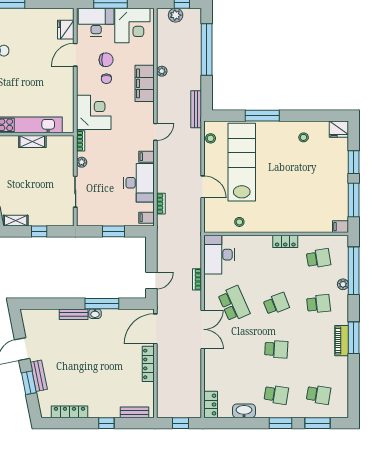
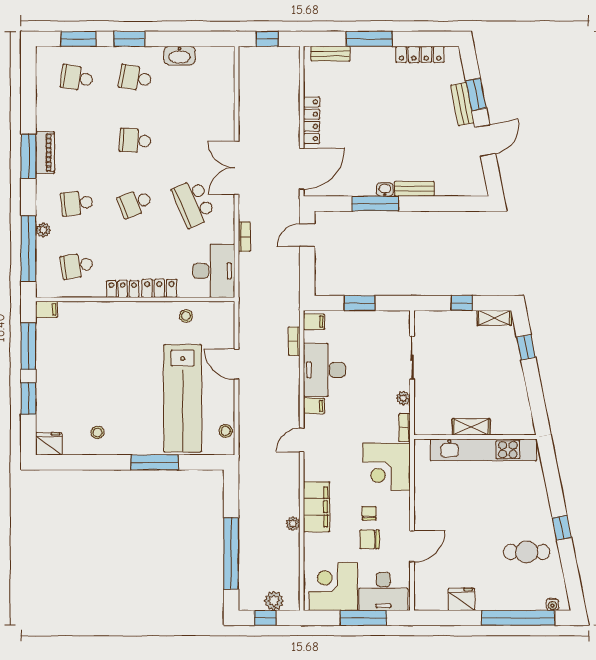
fridge: (66, 30) -> (461, 599), moved, turned -90
bench: (196, 109) -> (245, 471), removed
locker: (211, 405) -> (159, 288), moved, turned 90
window: (106, 423) -> (369, 39), width x2.17

